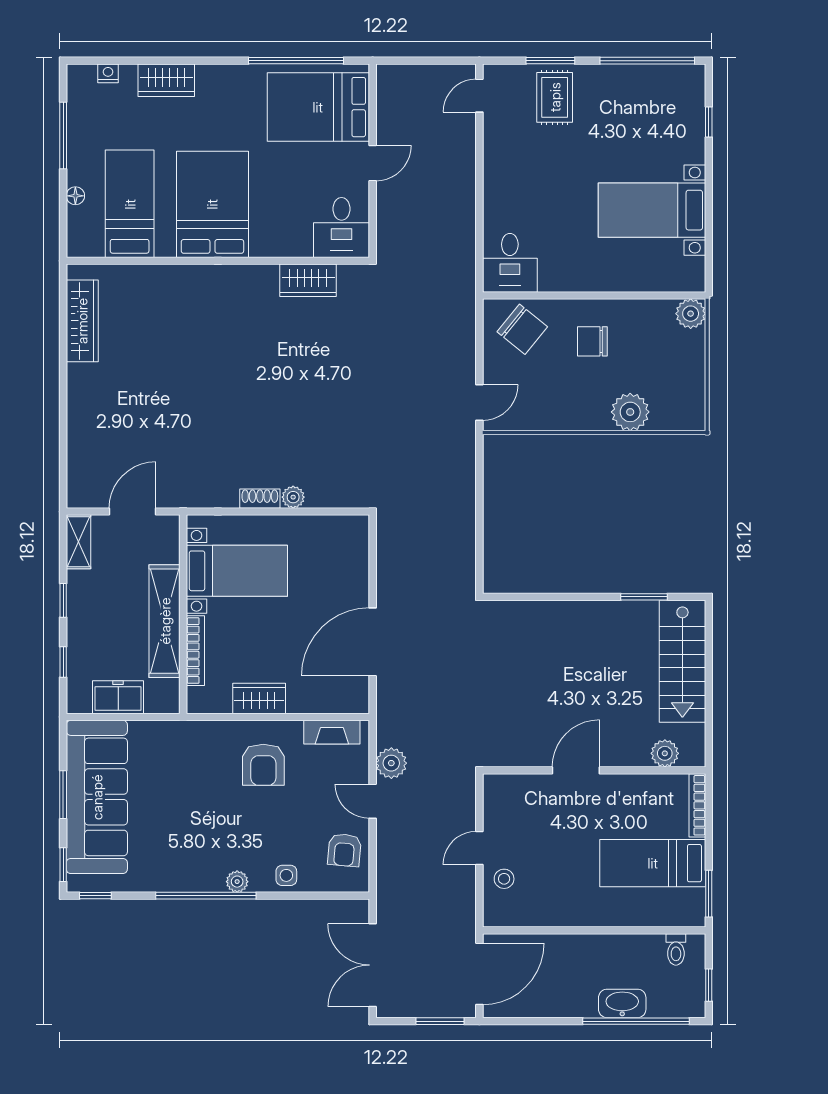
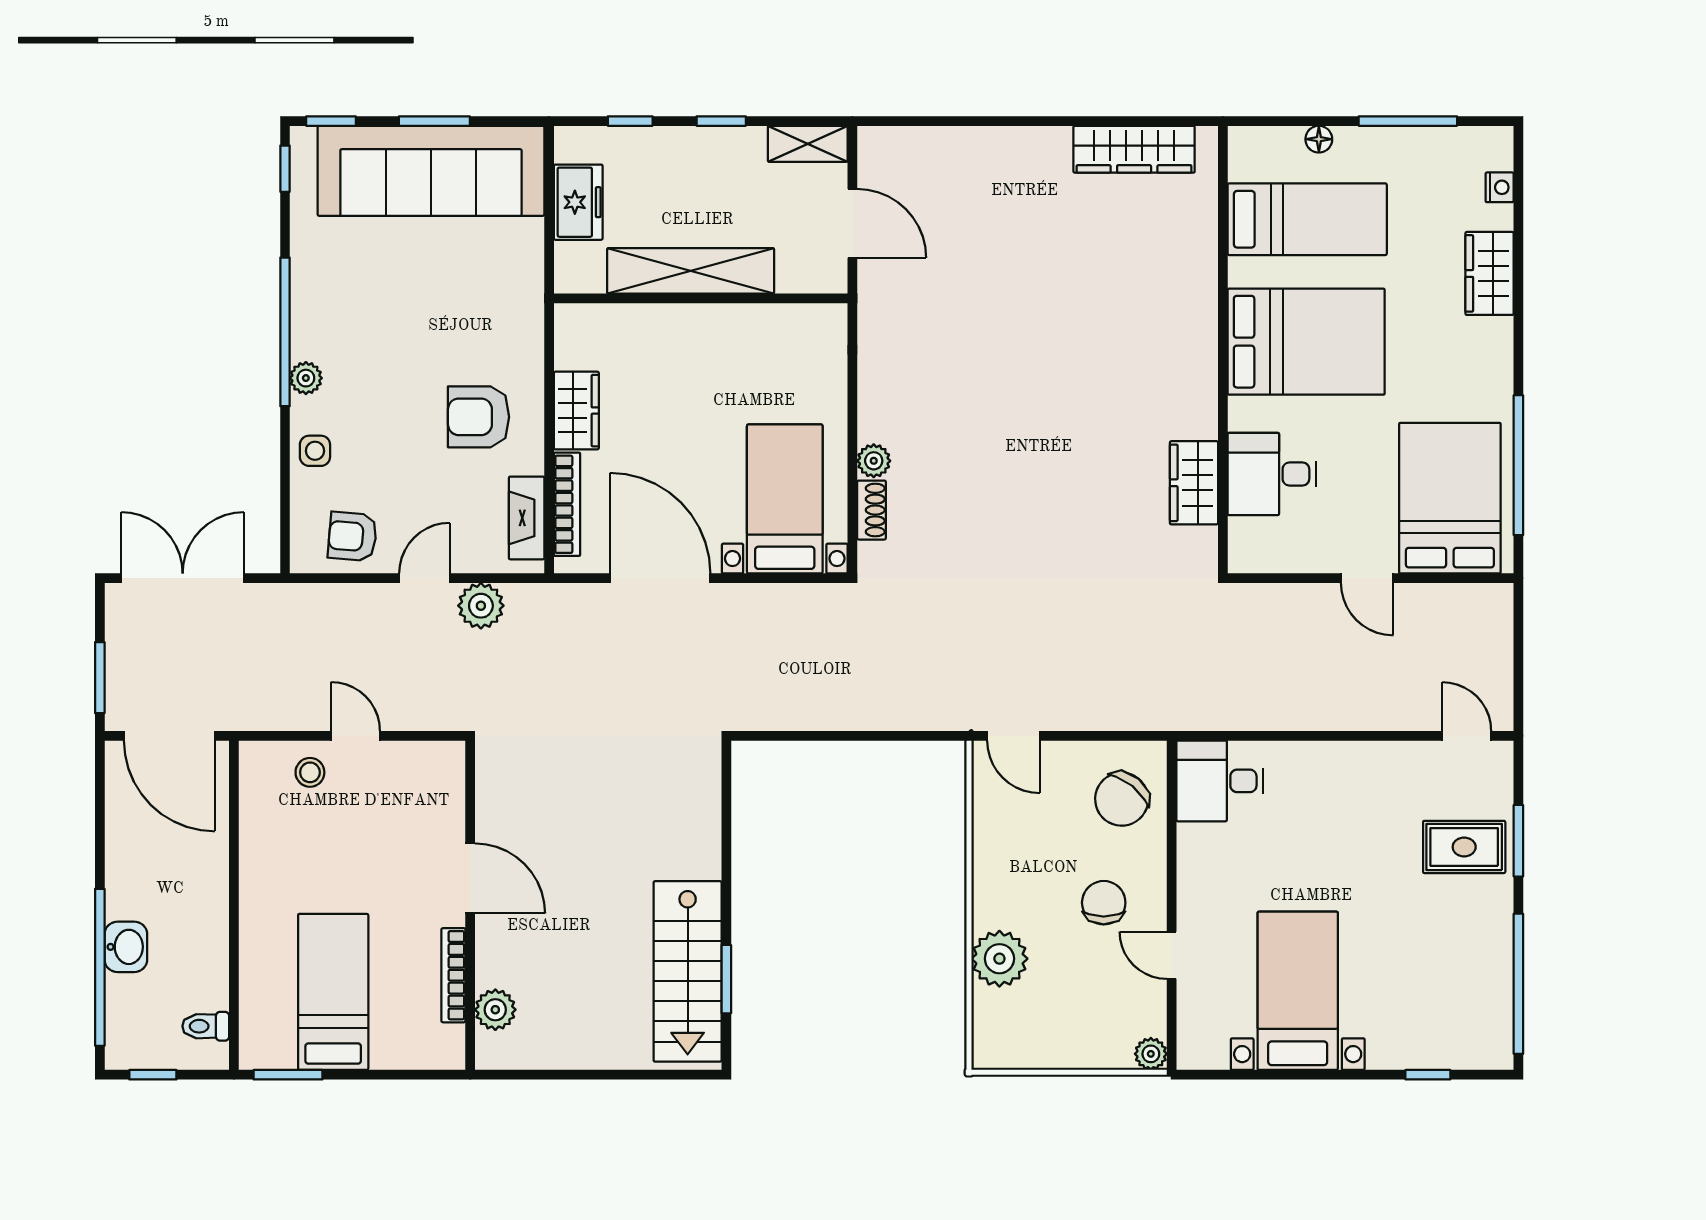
desk: (342, 228) -> (1272, 474), moved
door: (628, 295) -> (1172, 955), added
plant: (691, 314) -> (1151, 1054), width x0.73, depth x0.73
shoe rack: (260, 499) -> (871, 510), moved
bed with nightstands: (237, 571) -> (785, 499), moved, turned 180
bookcase: (195, 651) -> (567, 504), moved, turned -90
stairs: (682, 661) -> (688, 971), moved, turned -90
bookcase: (697, 805) -> (453, 975), moved, turned -90
washbasin: (622, 1003) -> (126, 947), width x0.72

